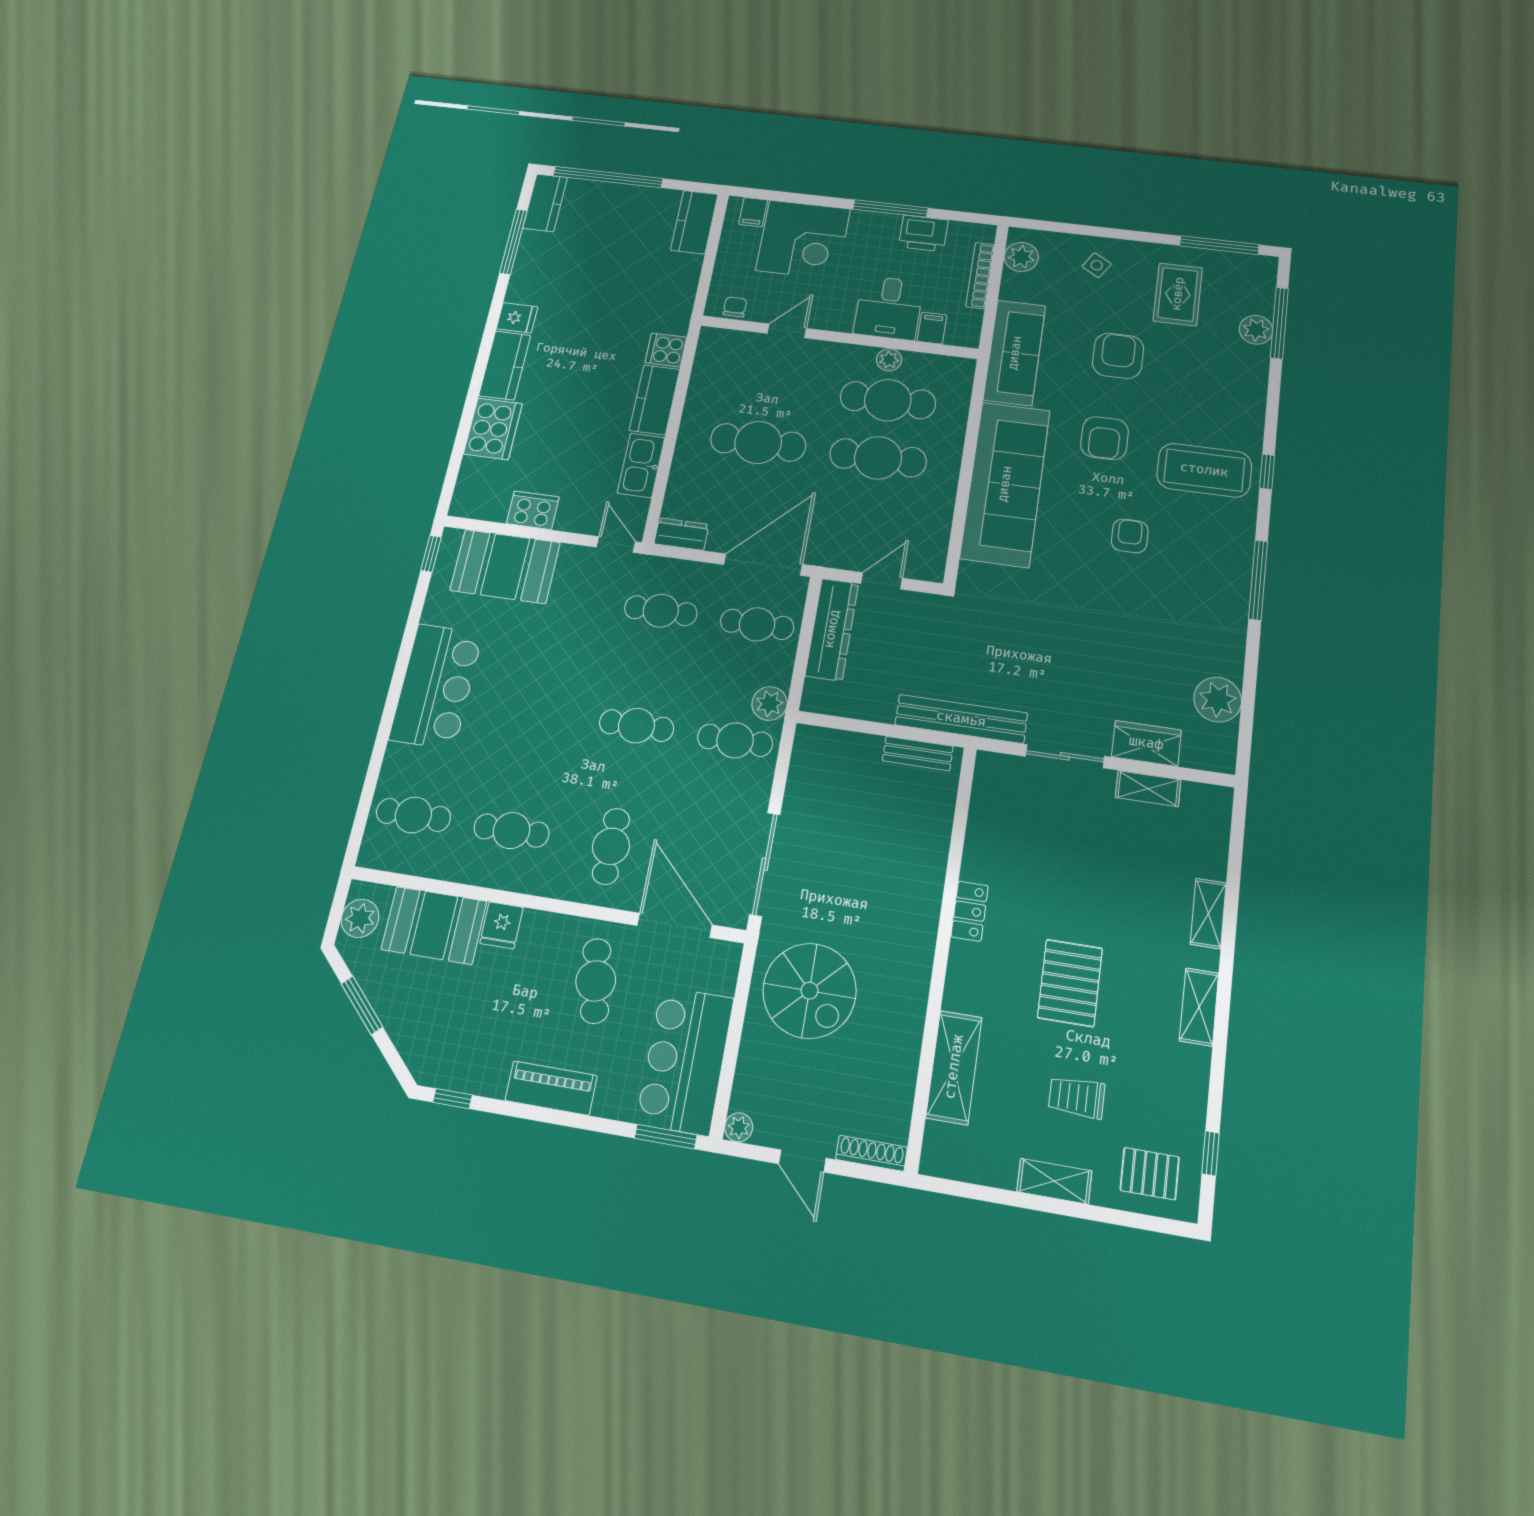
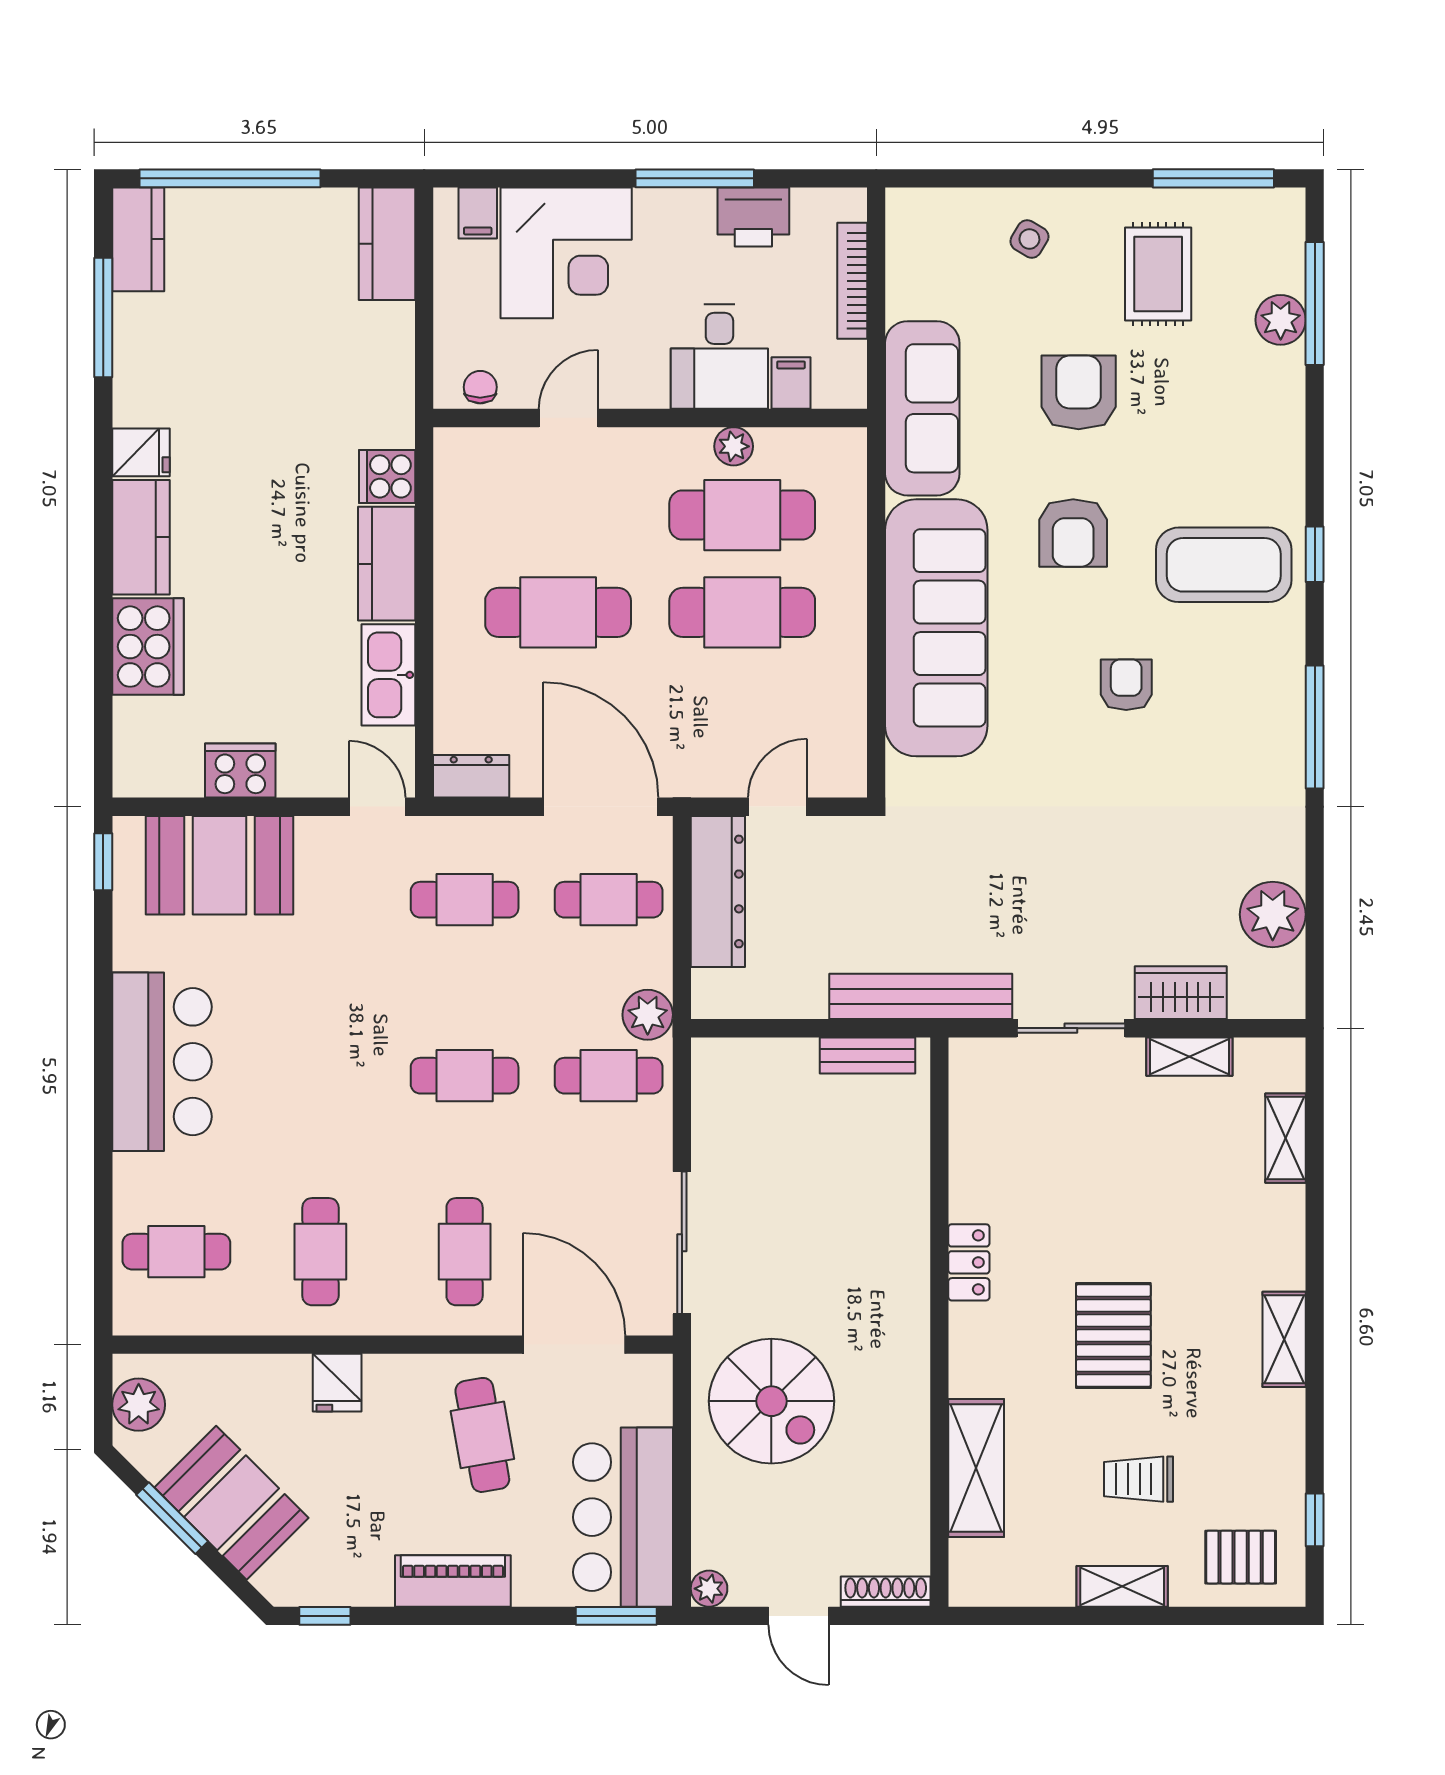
plant: (1021, 257) -> (912, 239), removed
door: (763, 565) -> (601, 807), hinge flipped
cafe table: (511, 831) -> (320, 1252), turned 90
shelving: (1208, 914) -> (1285, 1138), moved
booth: (434, 925) -> (231, 1503), moved, turned 45

